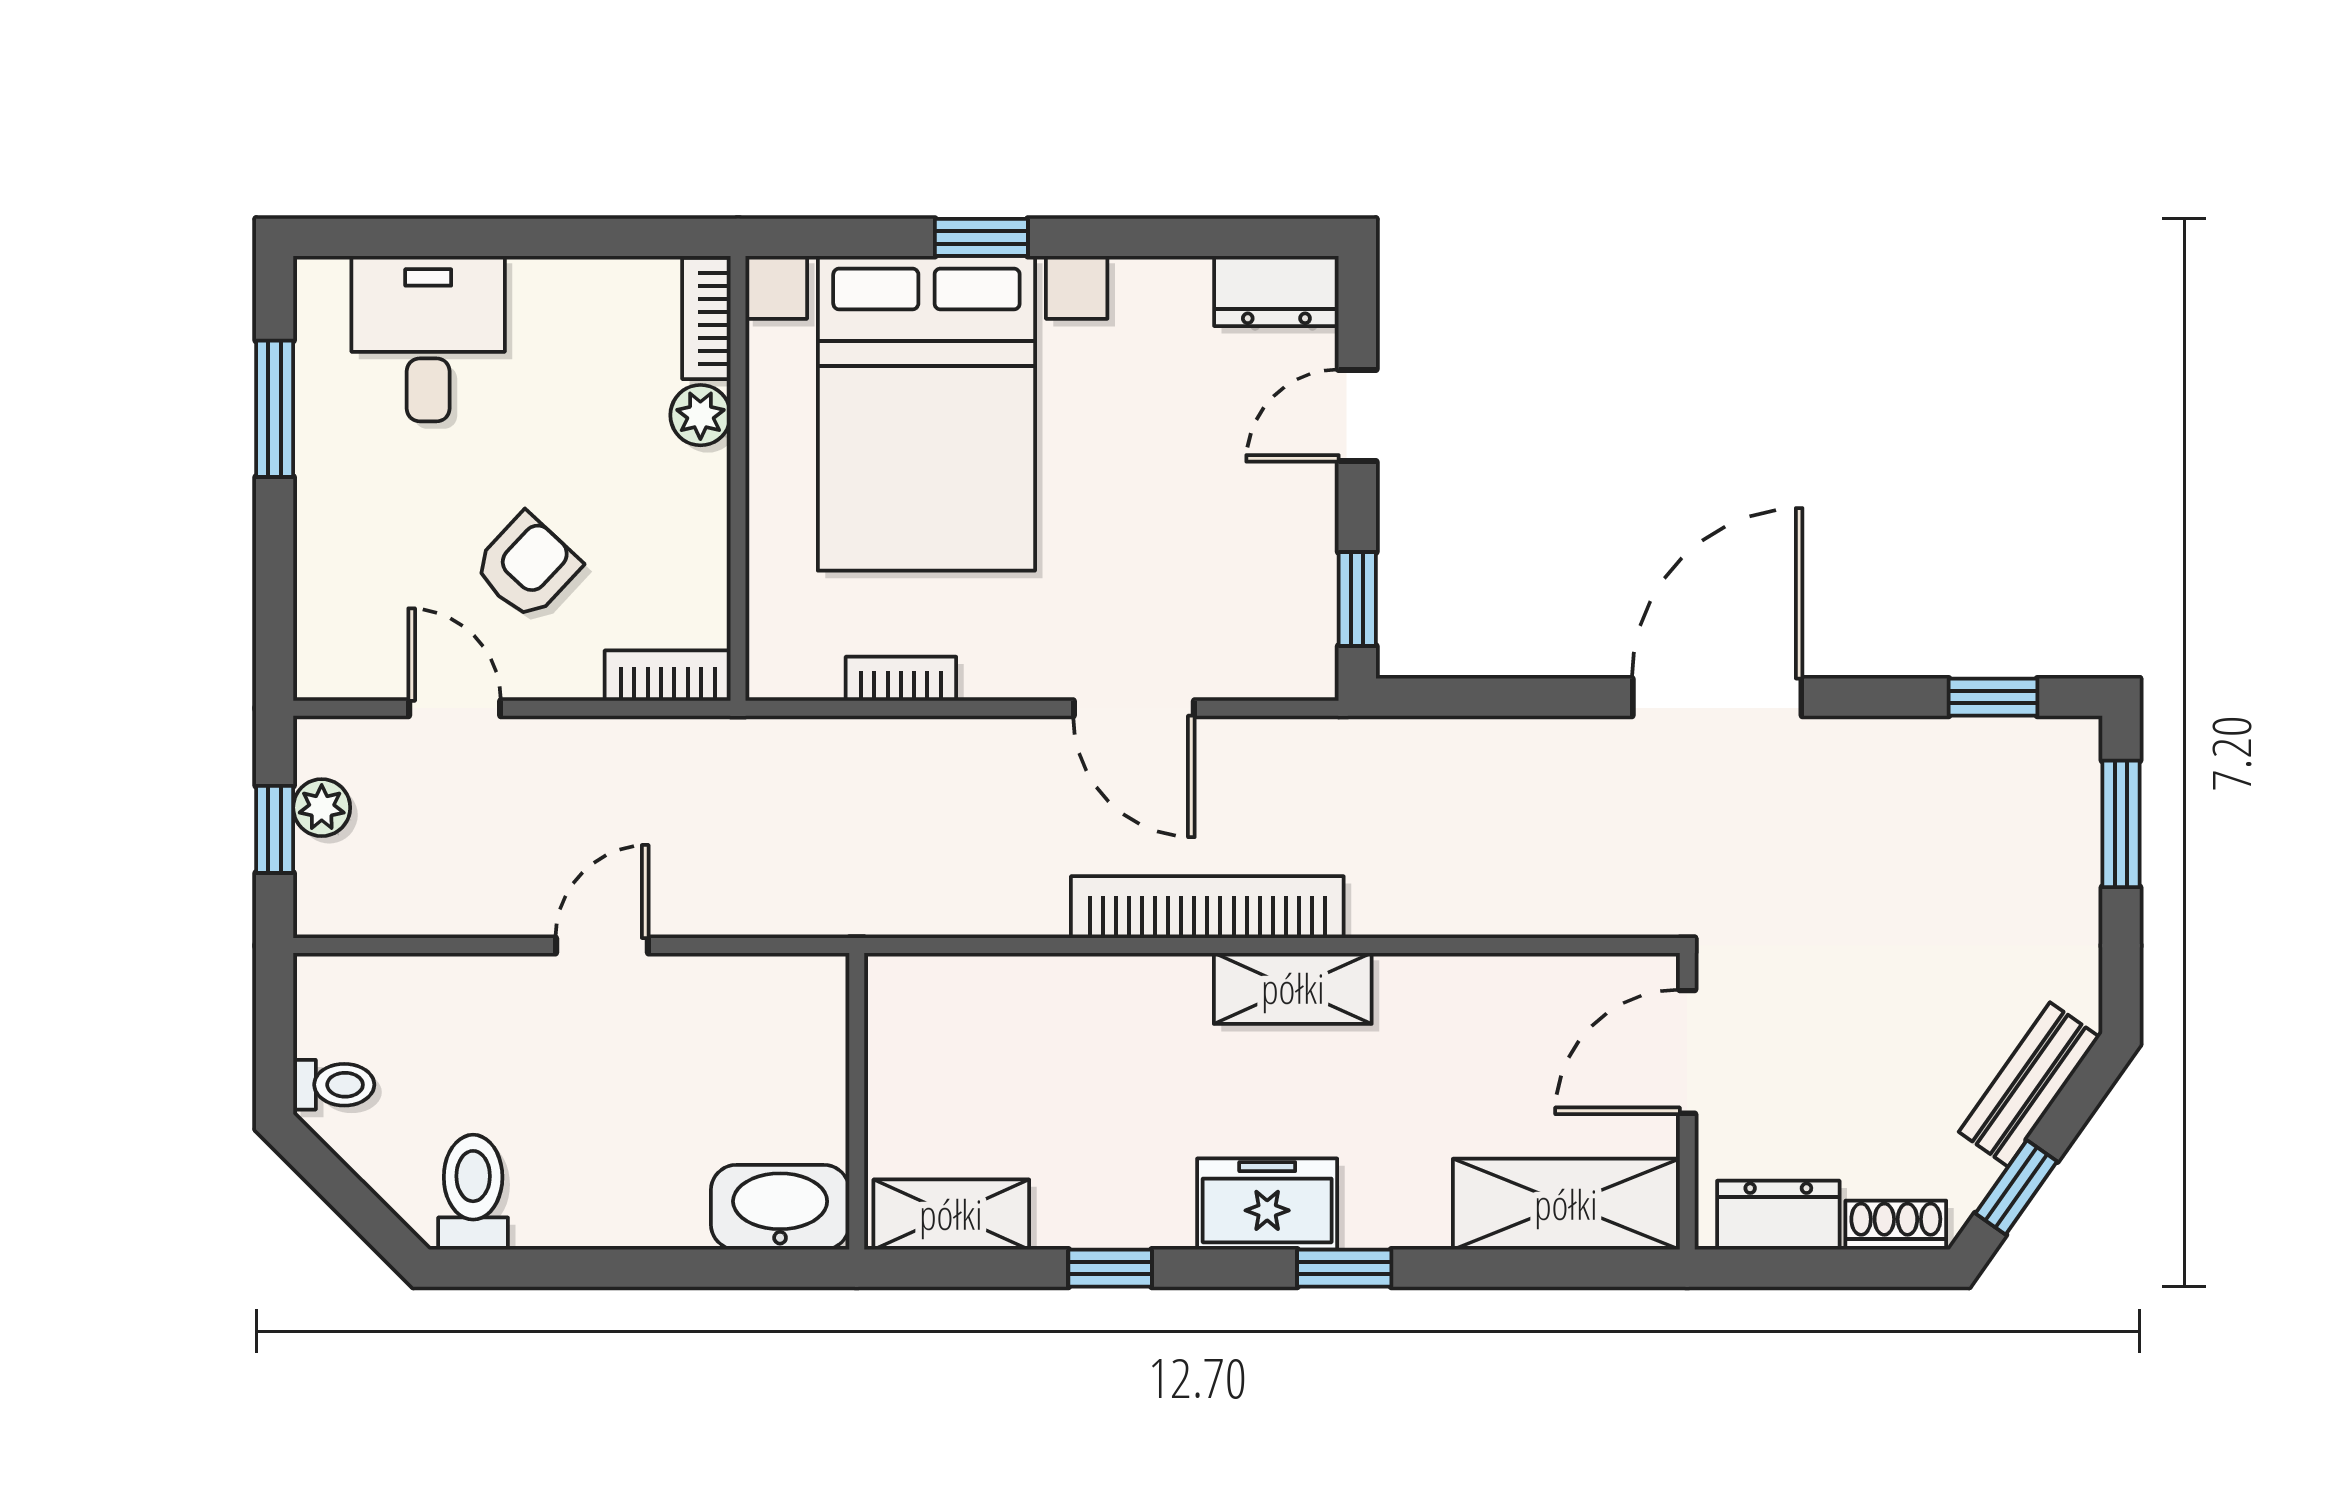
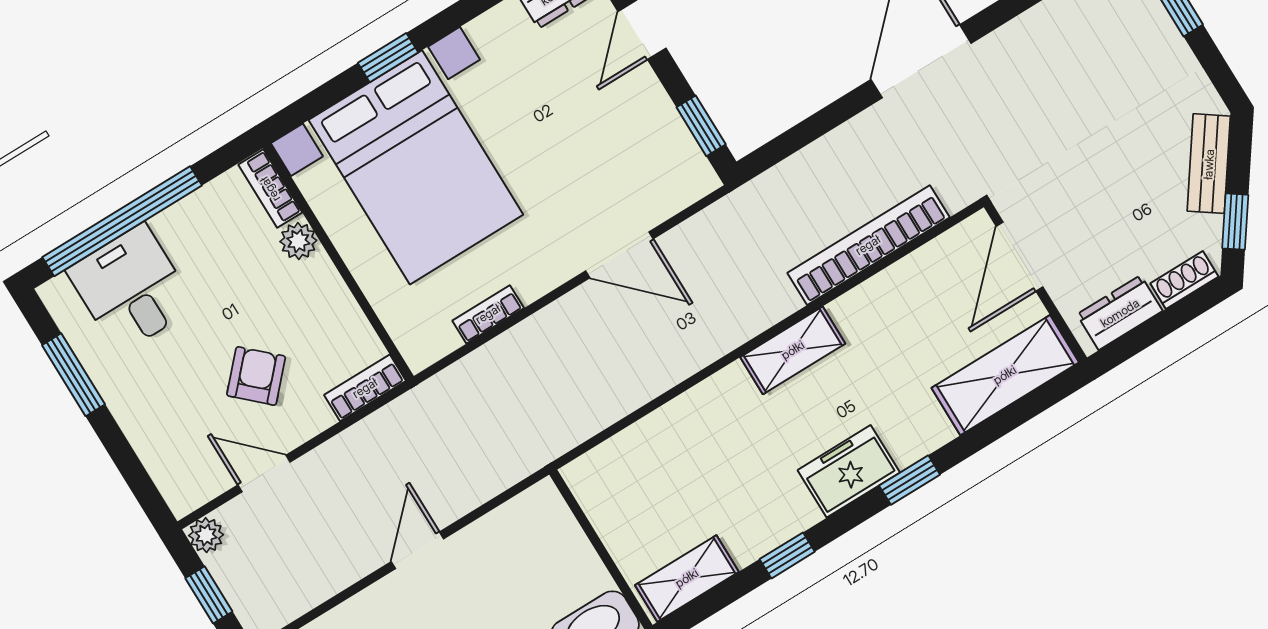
window: (473, 237) -> (122, 221), added
plant: (322, 808) -> (206, 535), moved
bookcase: (1207, 907) -> (868, 245), moved

